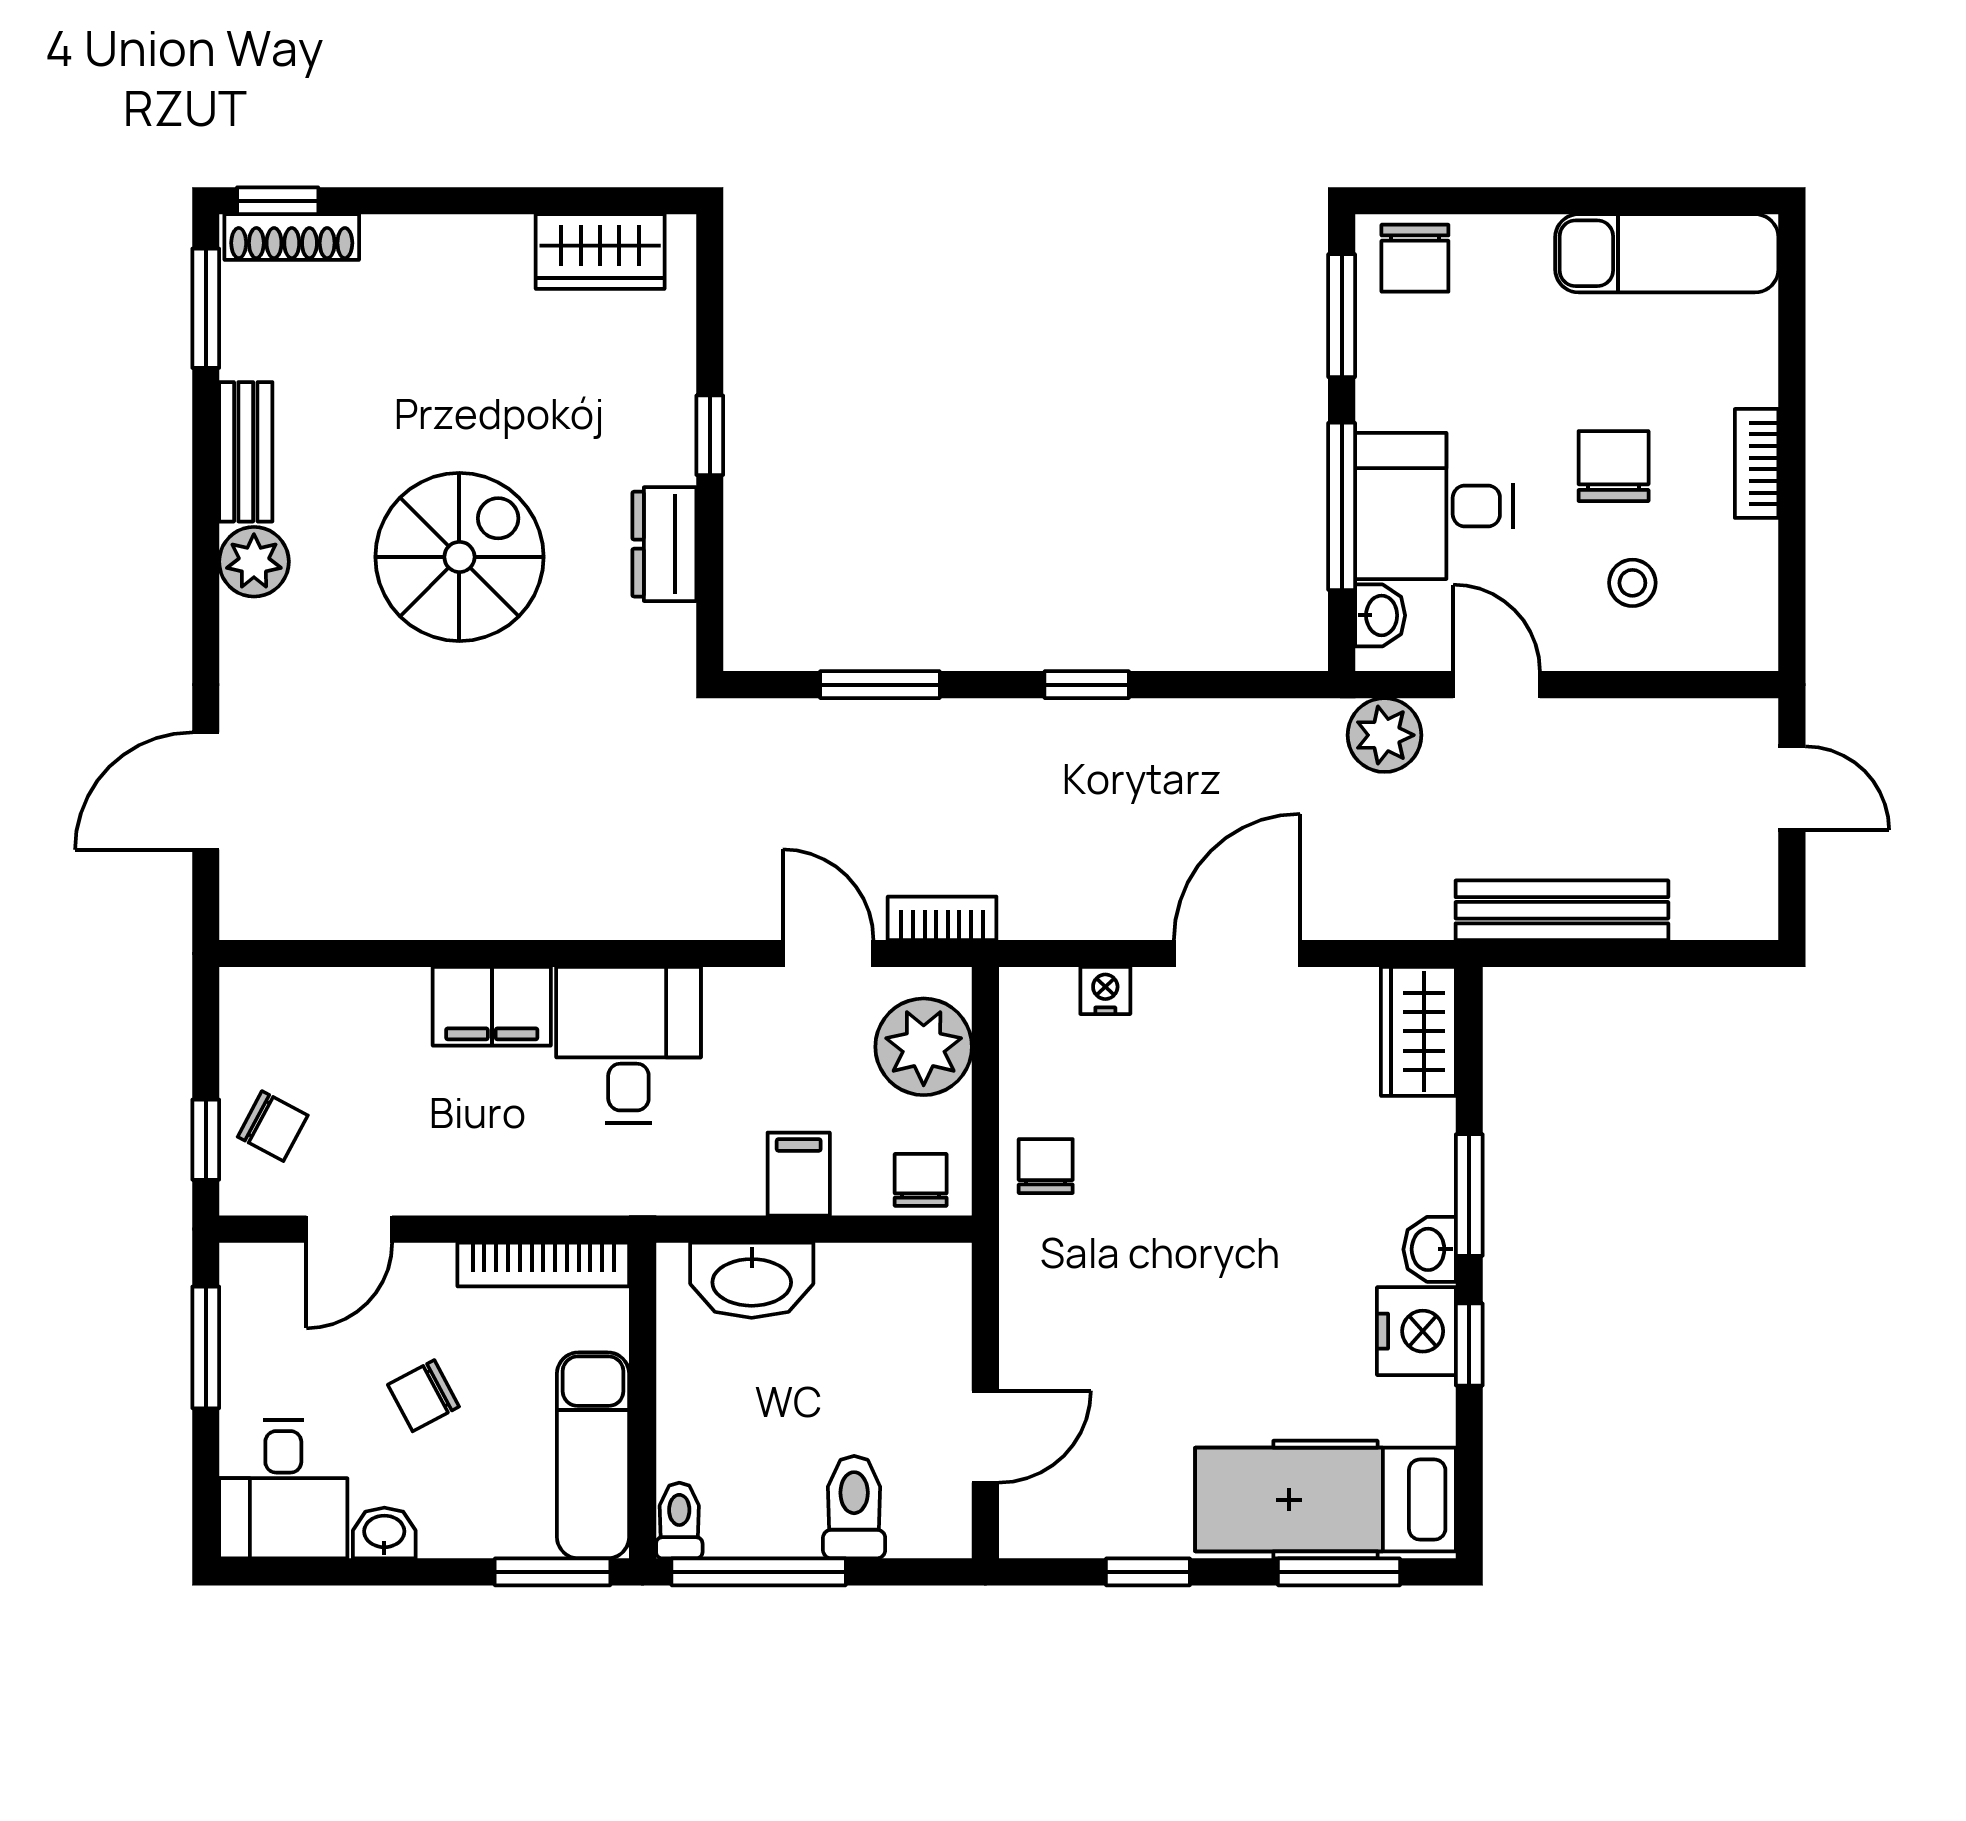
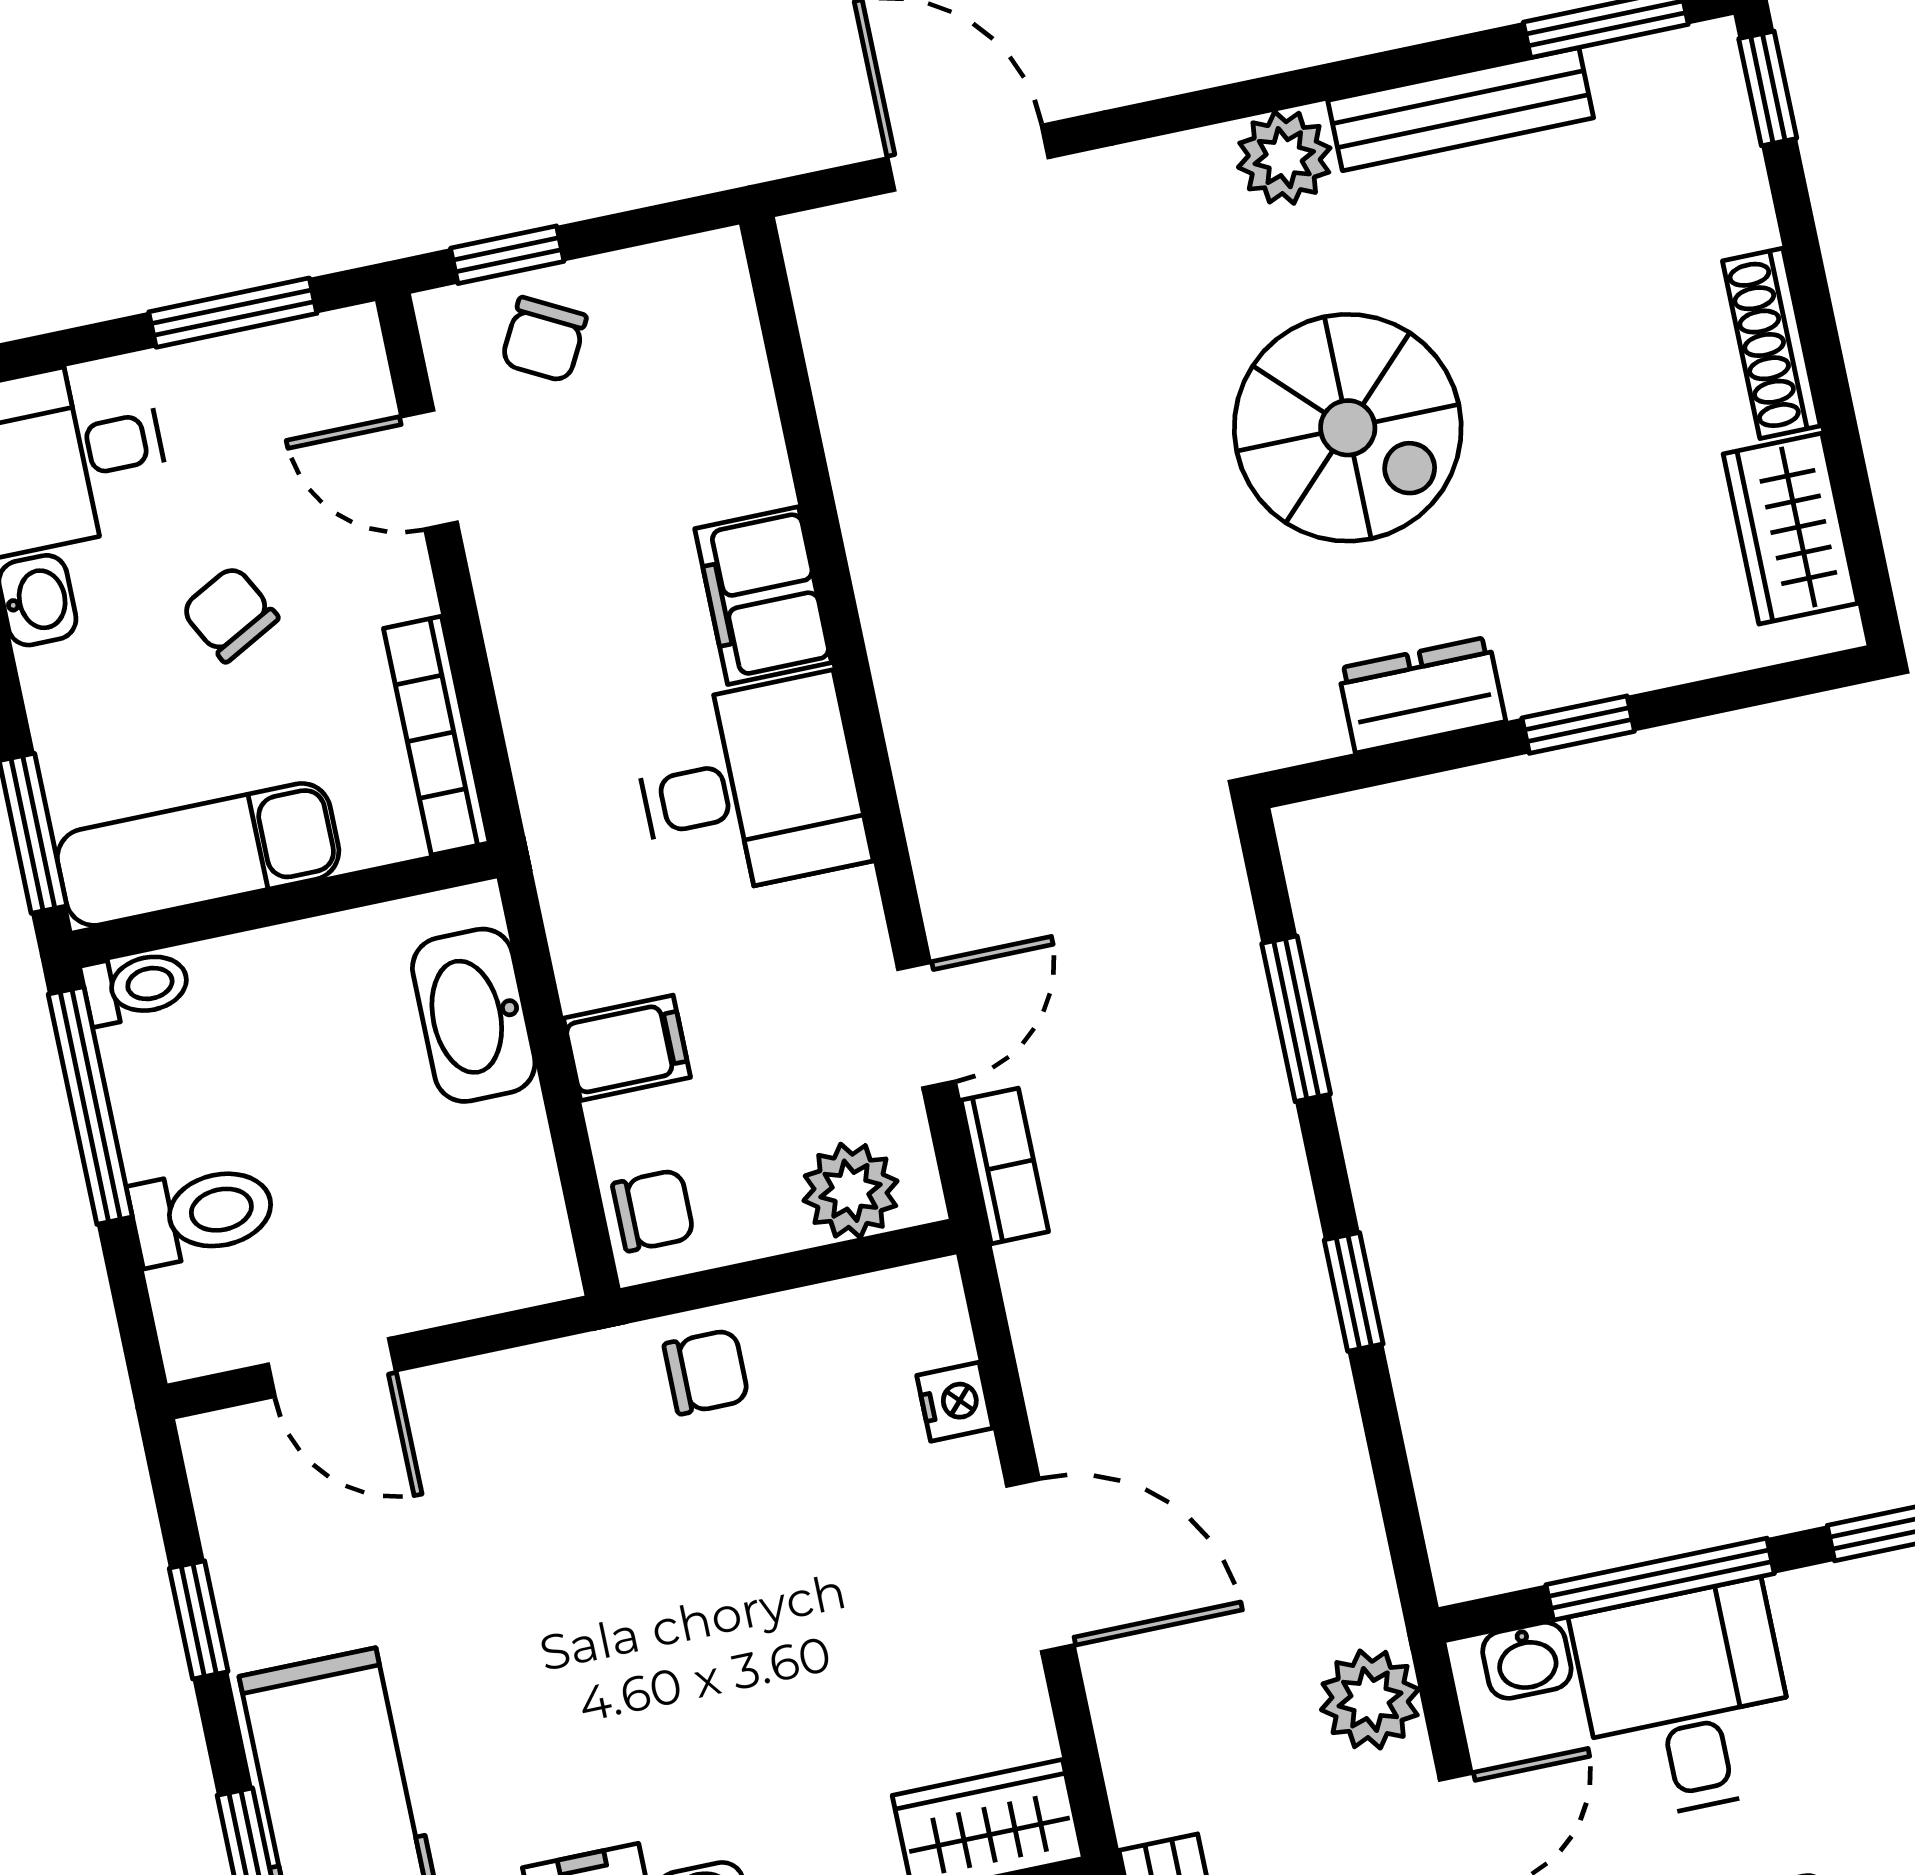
shoe rack: (292, 237) -> (1771, 343), moved
bench: (246, 452) -> (1461, 109), width x1.36
plant: (924, 1047) -> (850, 1191), width x0.73, depth x0.73

